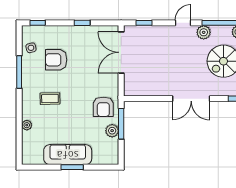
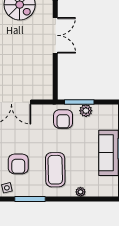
coffee table: (50, 99) -> (55, 170), width x1.86, depth x1.72
armchair: (103, 107) -> (63, 119), turned 90

